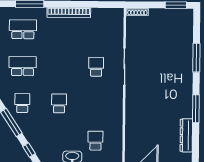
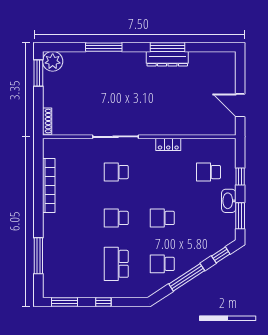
bookcase: (69, 13) -> (49, 185), moved
plant: (185, 17) -> (53, 61), added
school desk: (23, 29) -> (116, 218), moved, width x0.54
locker: (118, 109) -> (168, 144), added
dresser: (186, 135) -> (167, 59), moved

